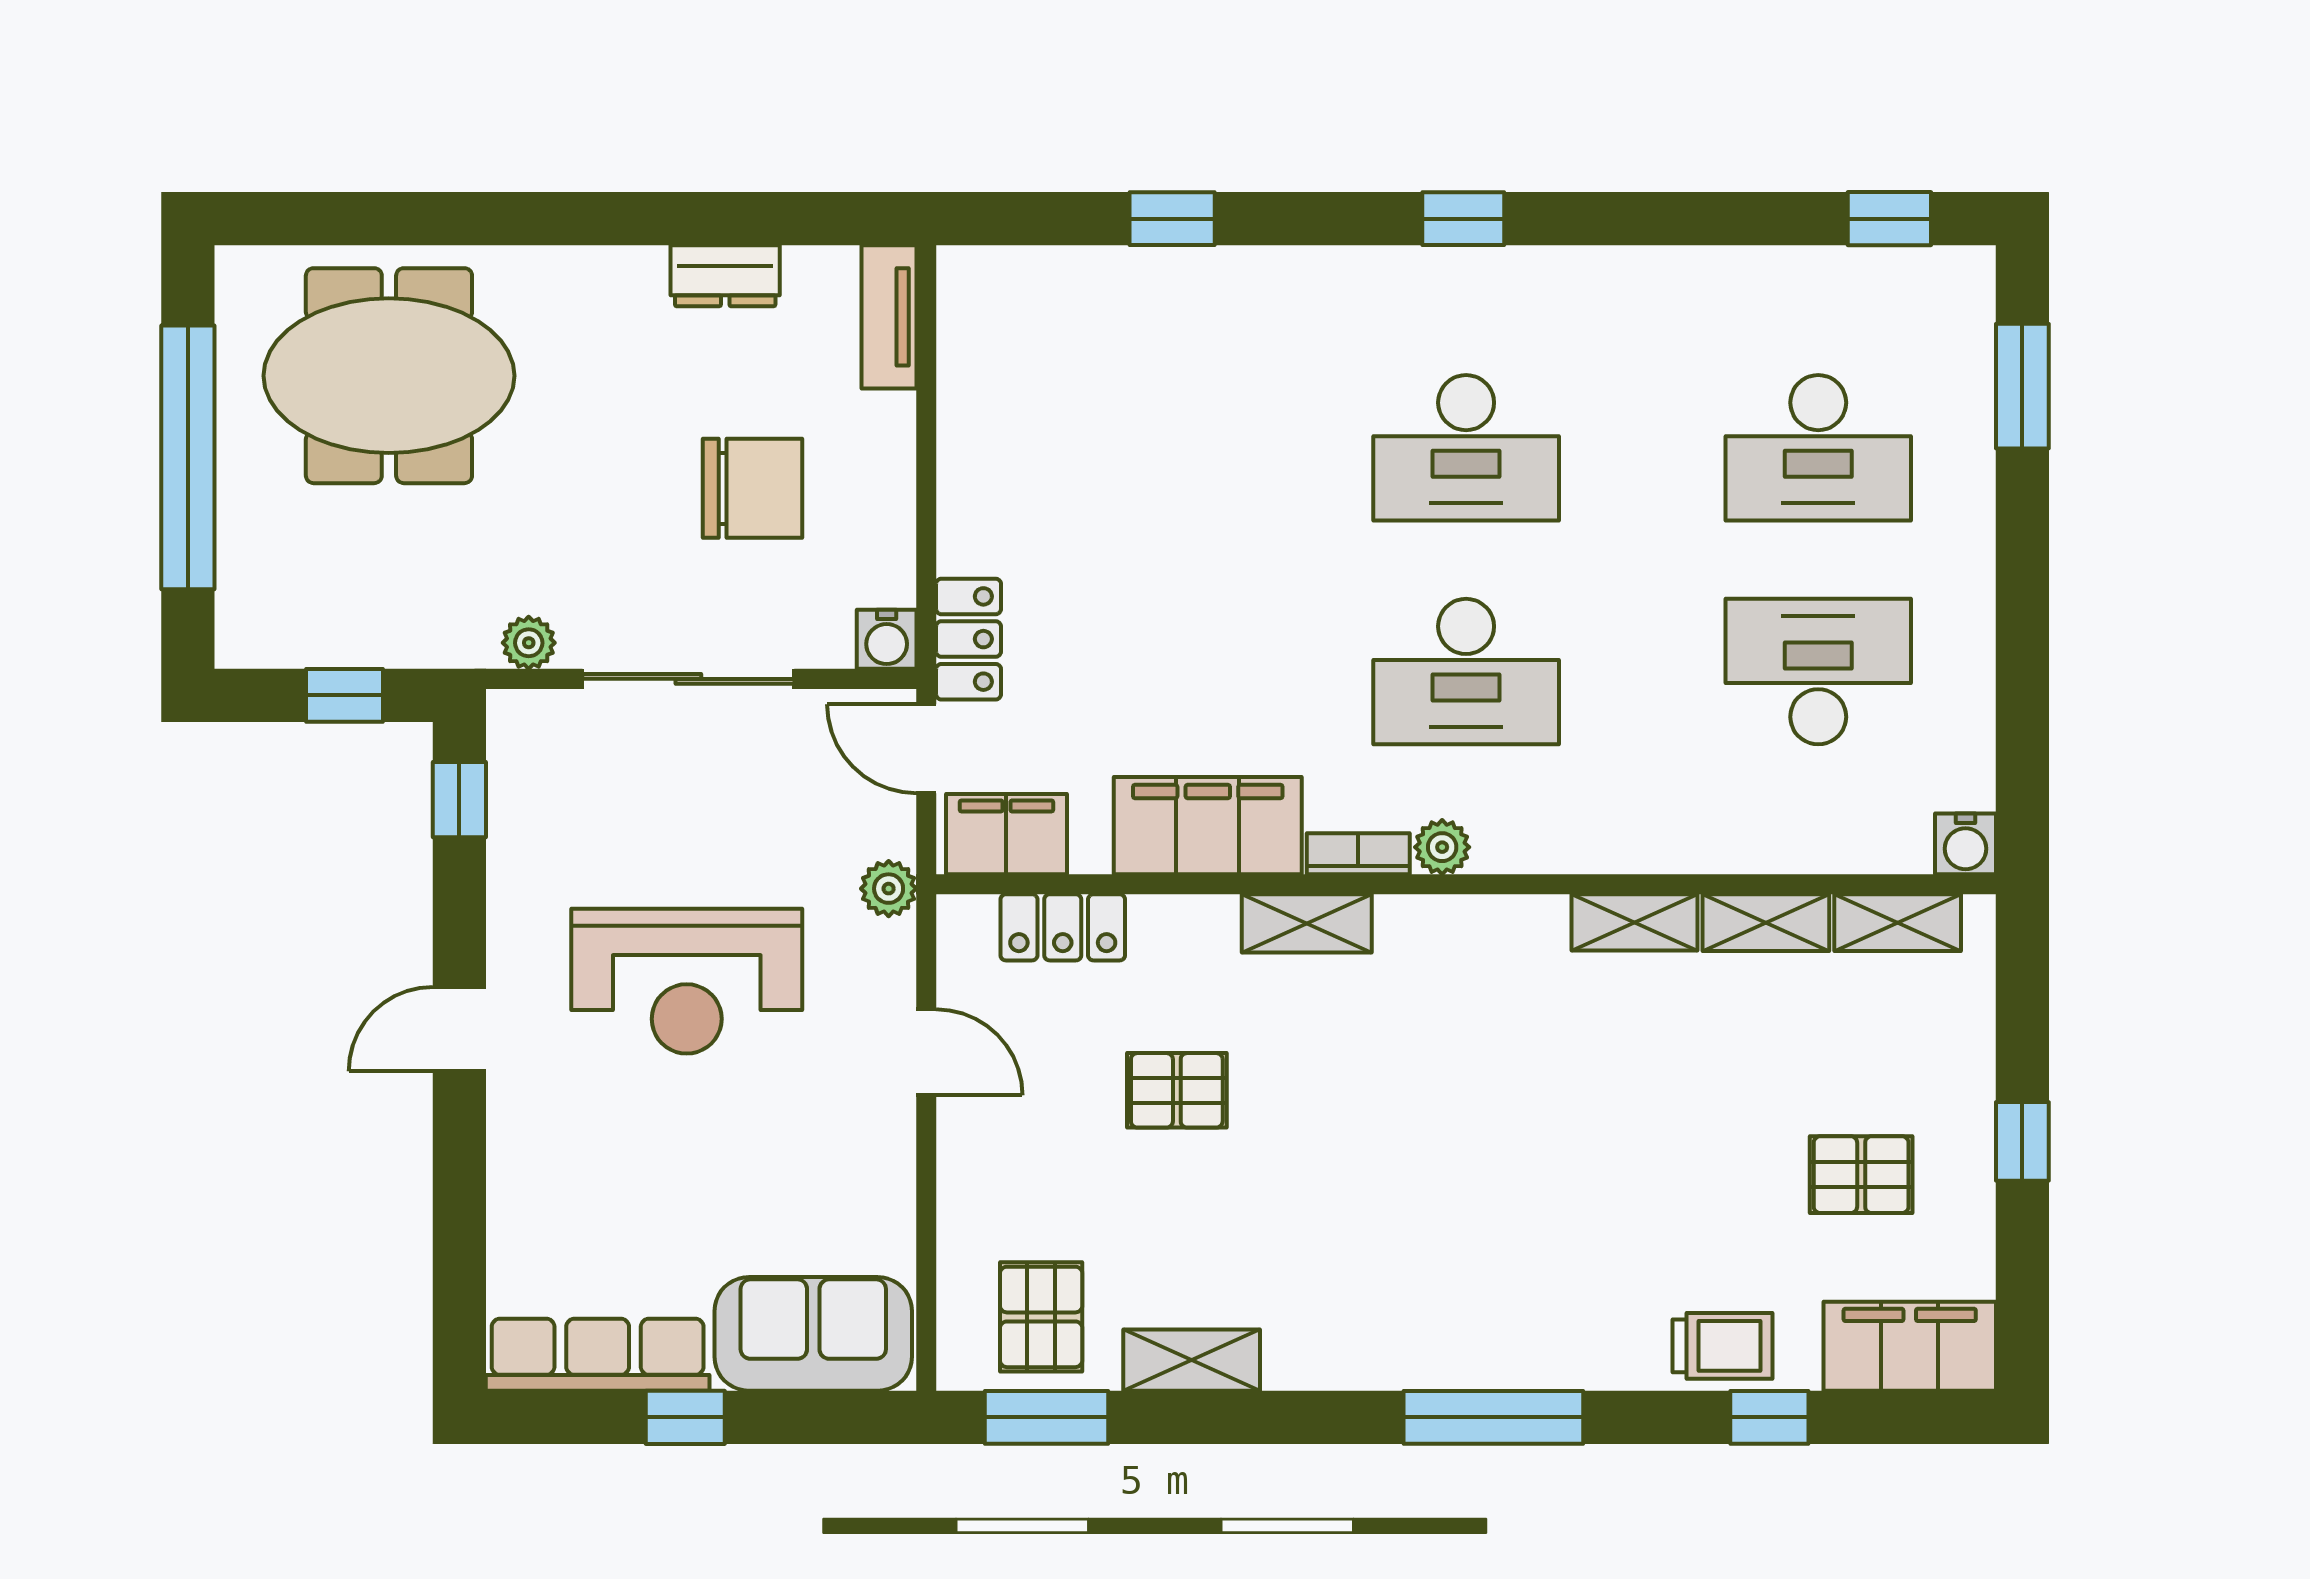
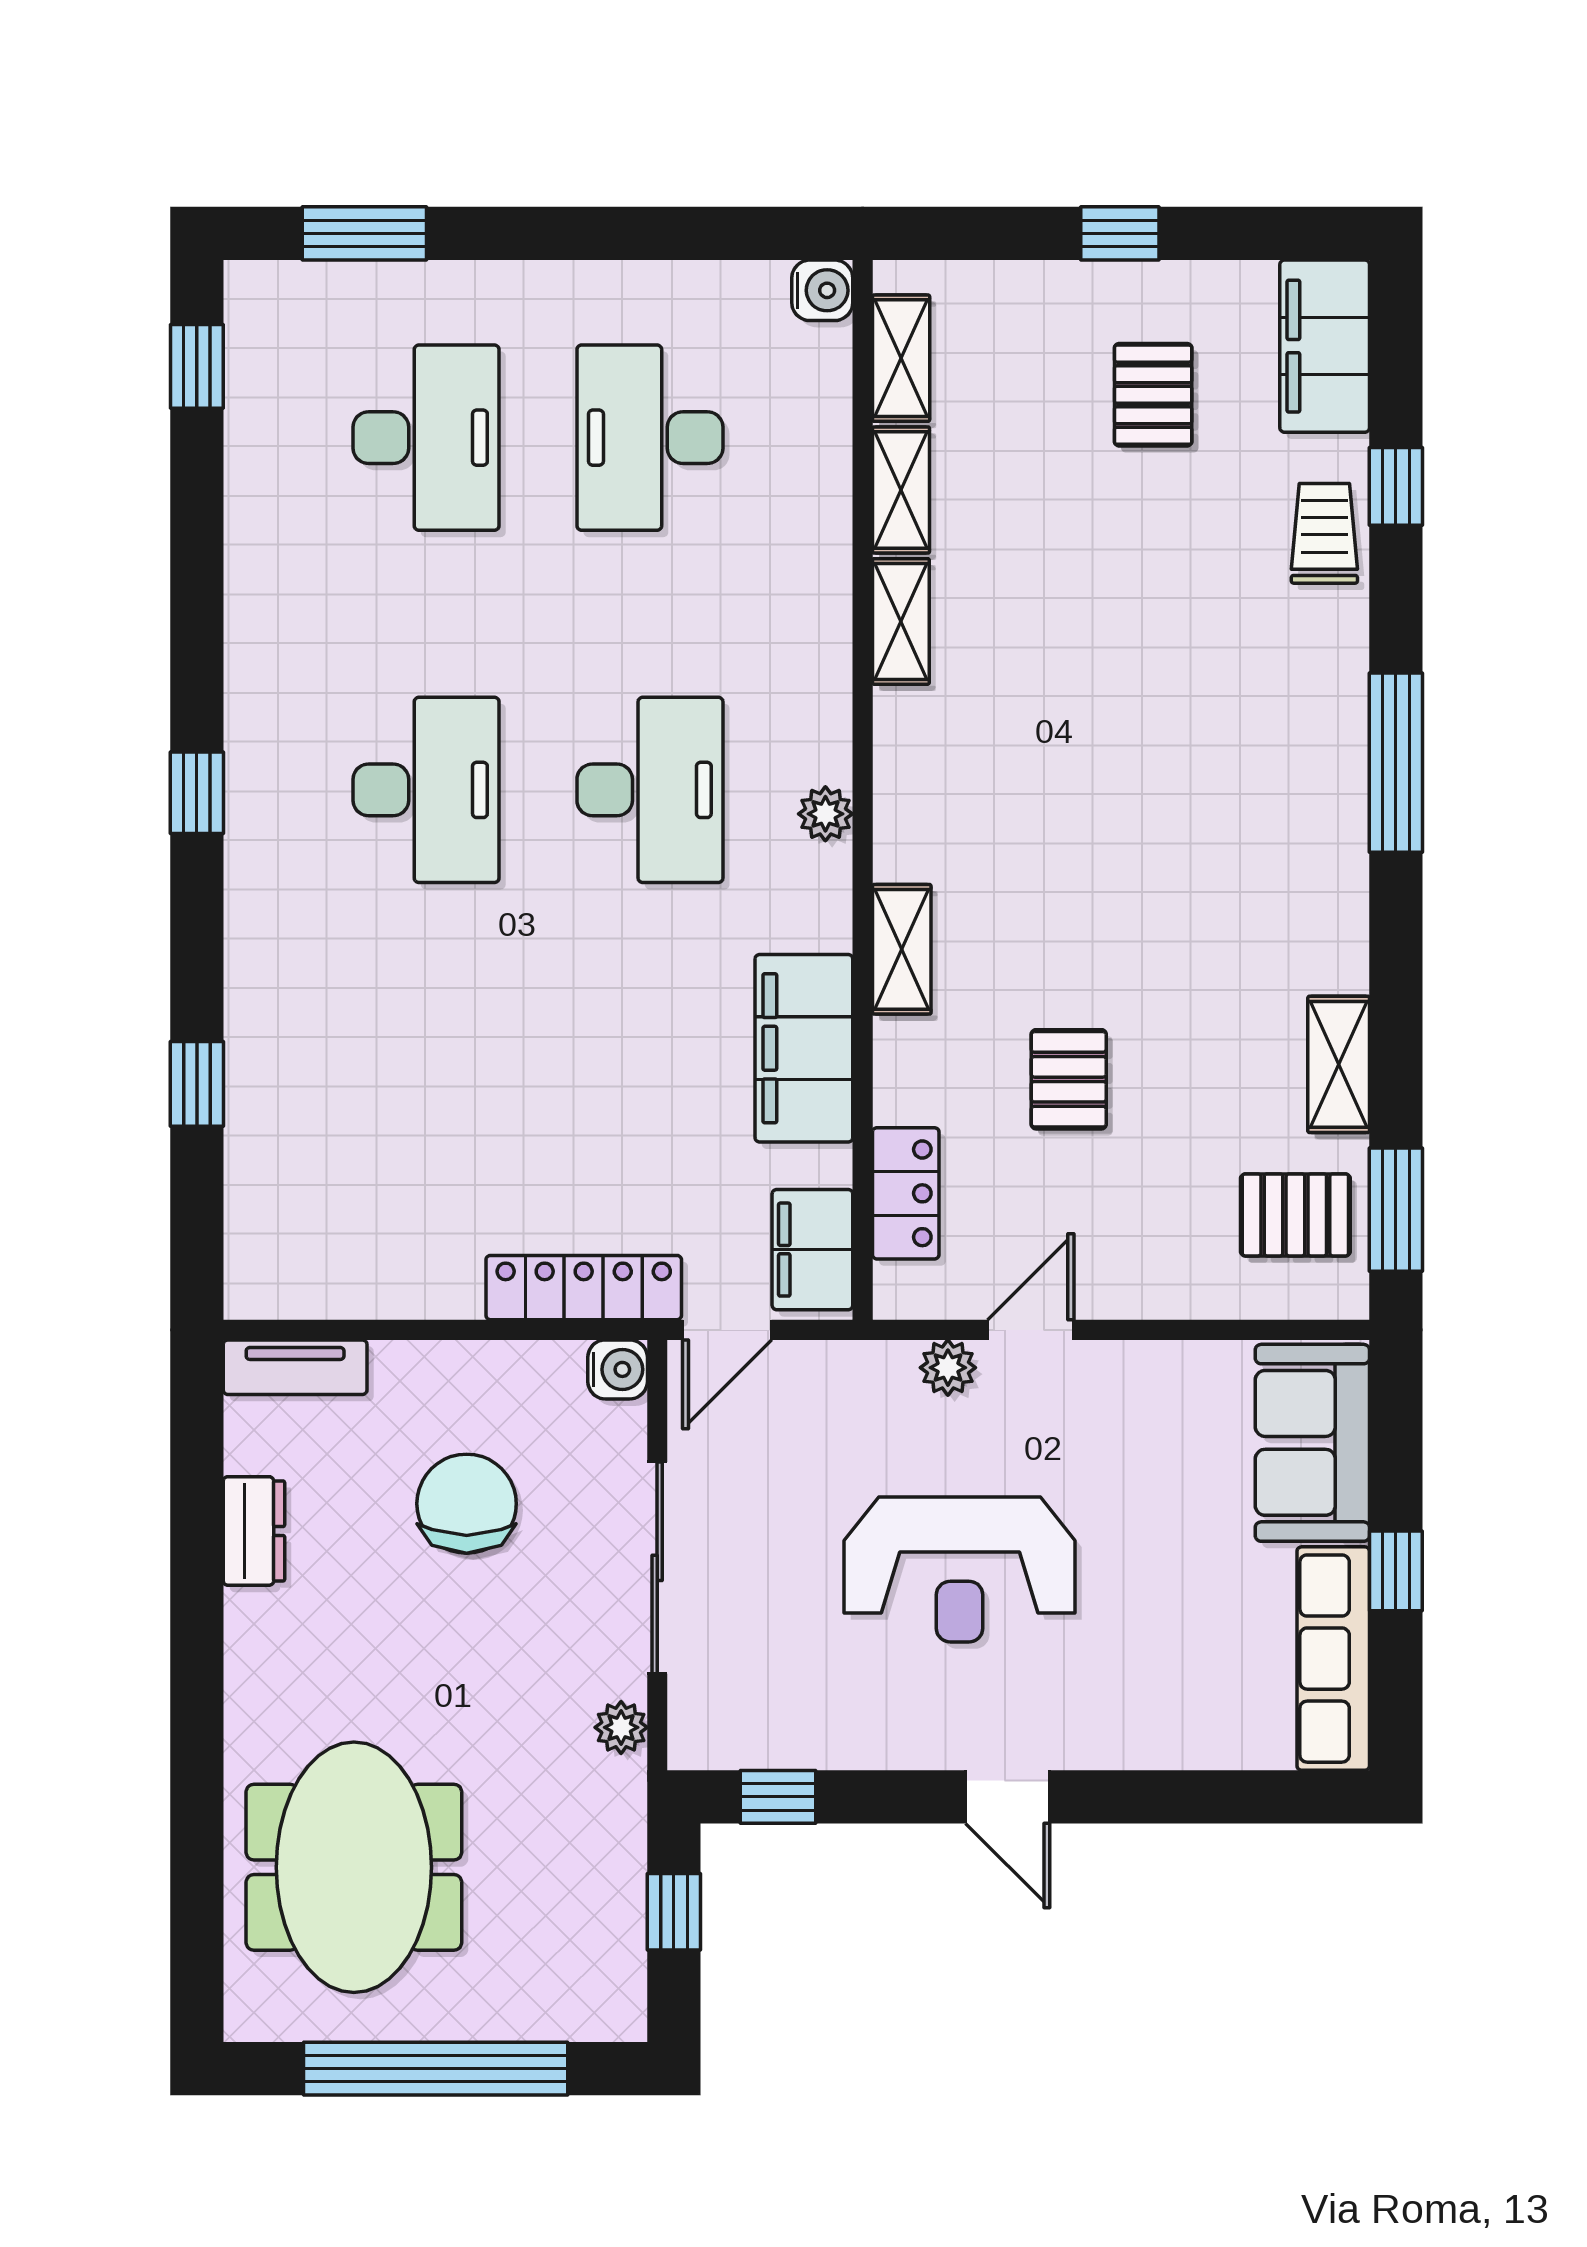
locker: (969, 639) -> (584, 1288), width x1.53
bookcase: (1358, 854) -> (832, 898), removed
plant: (889, 889) -> (948, 1368), moved
reception desk: (687, 981) -> (960, 1569), turned 90

